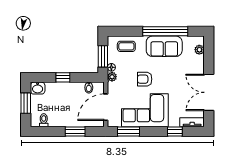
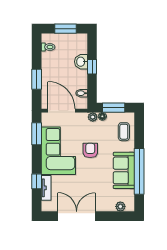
washbasin: (38, 88) -> (81, 62), moved
tv unit: (192, 122) -> (46, 188), moved

